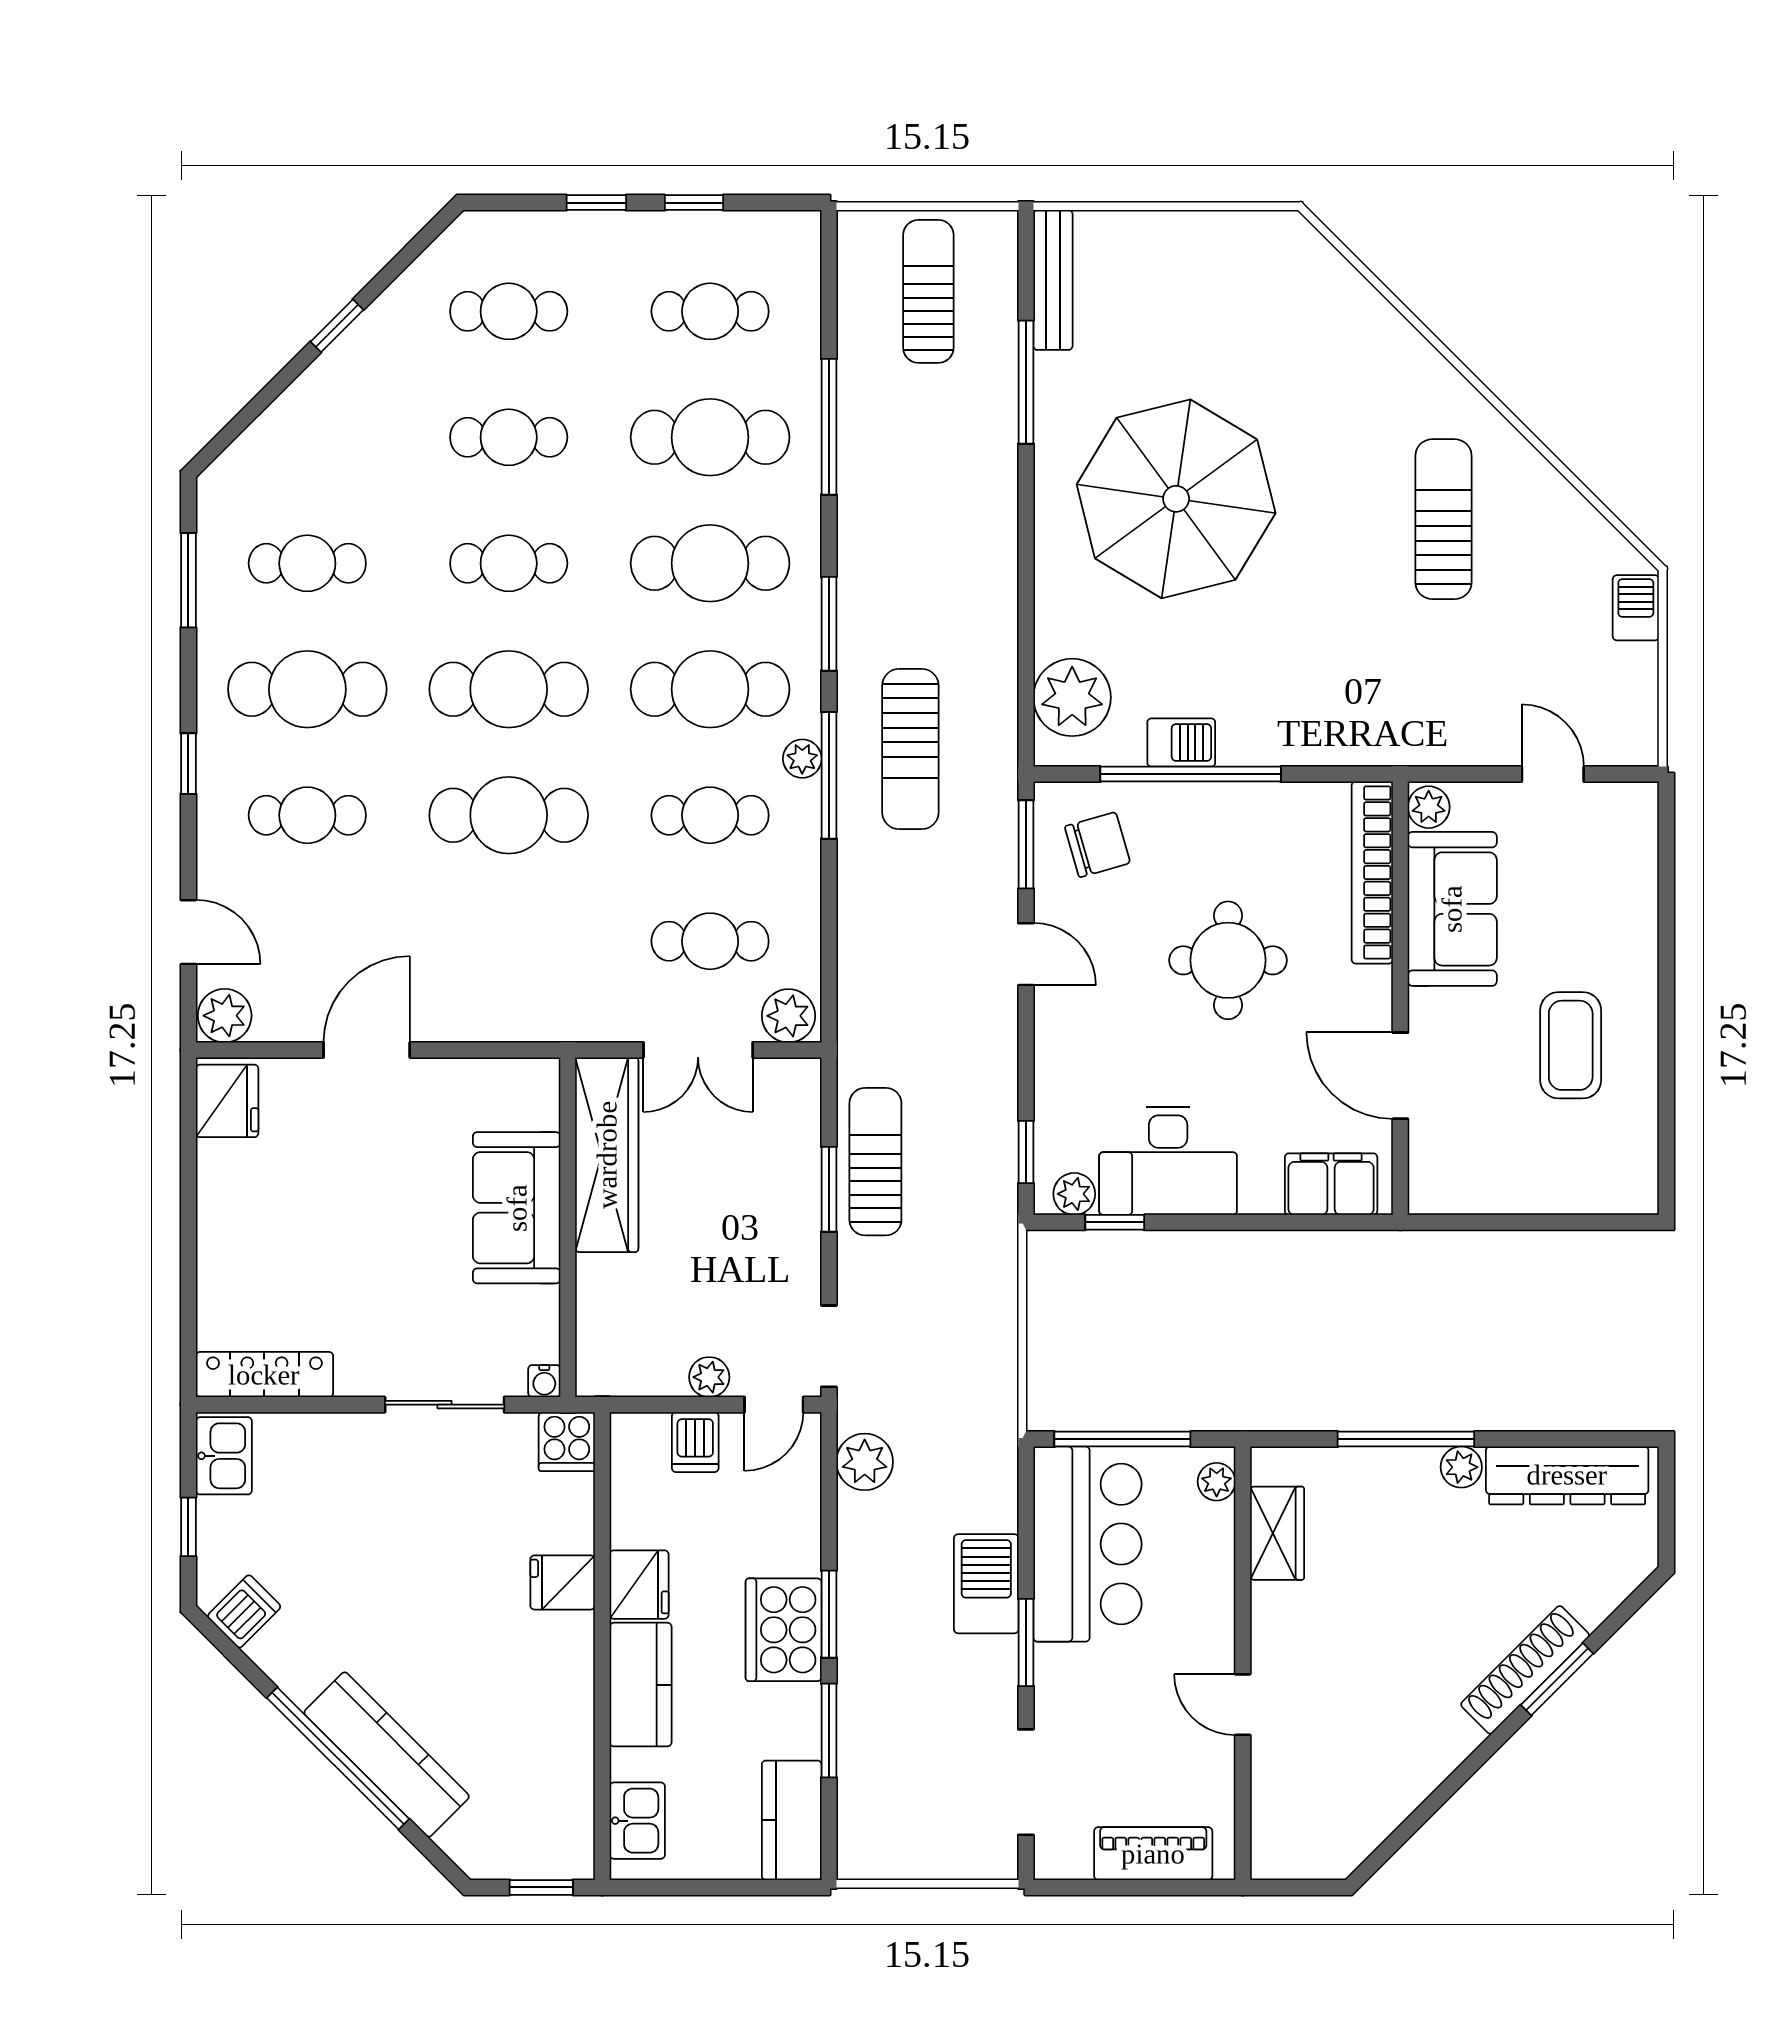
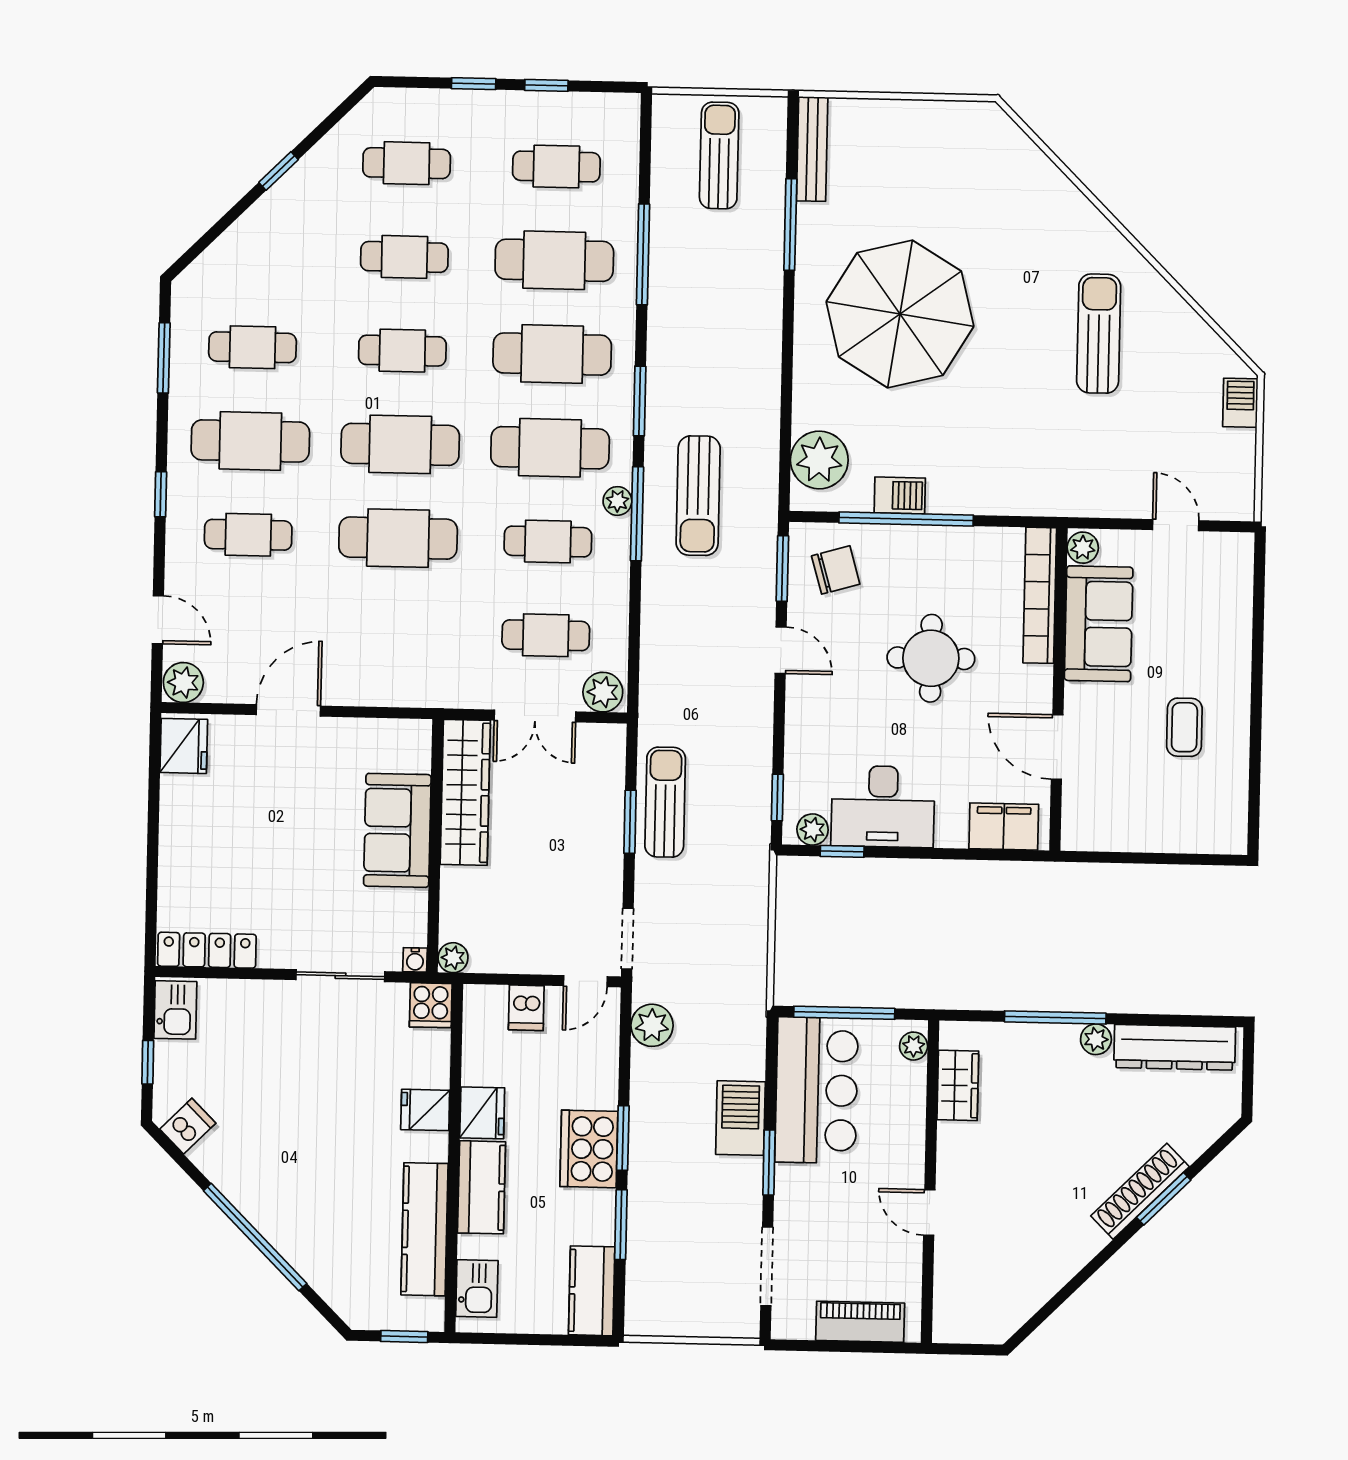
coffee table: (1571, 1045) -> (1184, 727), width x0.73, depth x0.77
plant: (709, 1377) -> (453, 958), moved
kitchen counter: (387, 1755) -> (424, 1229), moved, turned -135

